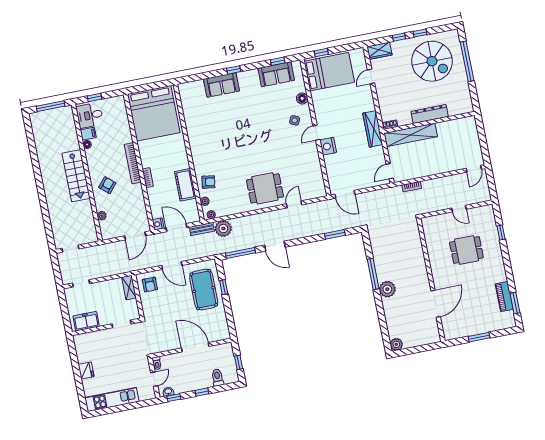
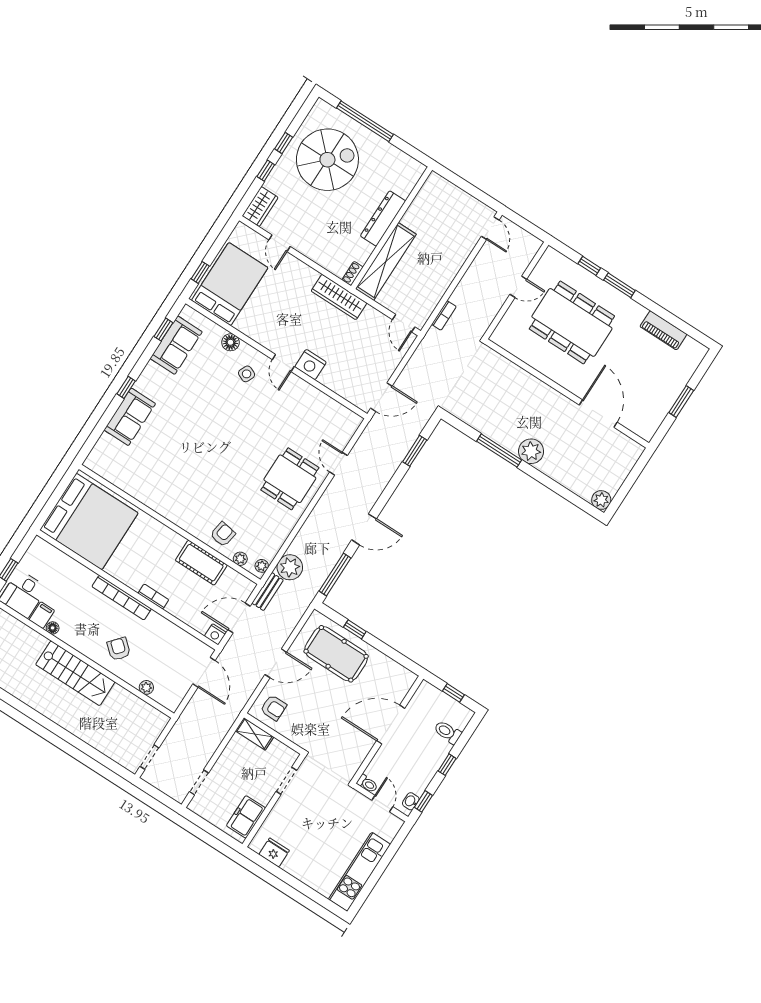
dining table: (466, 250) -> (572, 322), width x1.88, depth x1.24
window: (515, 303) -> (619, 285), moved
fridge: (86, 371) -> (274, 853), moved

